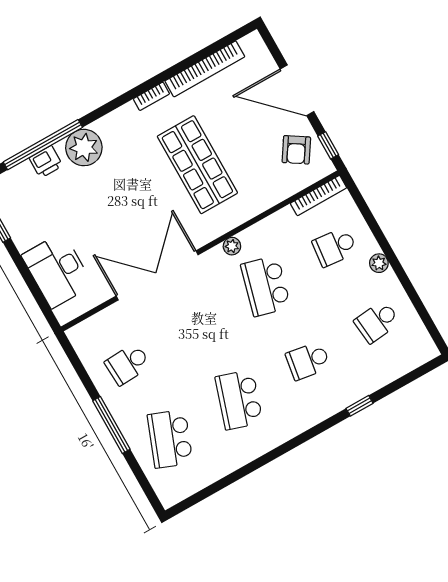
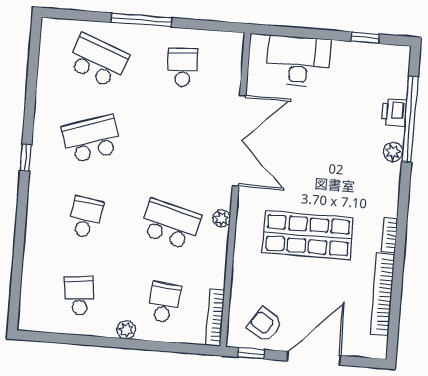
plant: (84, 148) -> (393, 152), width x0.53, depth x0.53
school desk: (239, 400) -> (91, 139), turned -36
window: (360, 406) -> (26, 158), moved

